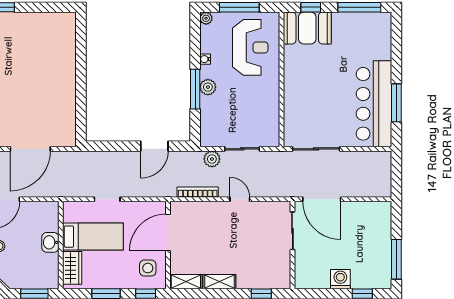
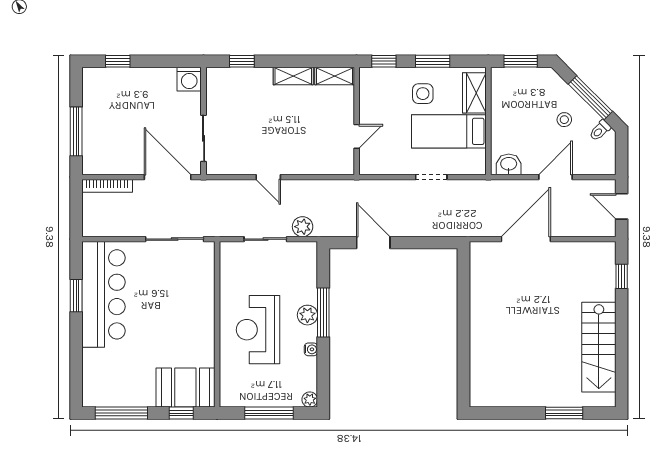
reception desk: (250, 47) -> (258, 330), moved
window: (396, 103) -> (76, 296), width x0.69
door: (154, 146) -> (373, 243), hinge flipped
bookcase: (198, 192) -> (107, 186), moved
door: (168, 232) -> (357, 136), width x0.53
washbasin: (50, 242) -> (509, 164), moved, turned -90
window: (396, 259) -> (76, 131), moved
side table: (148, 268) -> (423, 94), moved
washing machine: (340, 279) -> (189, 79), moved

